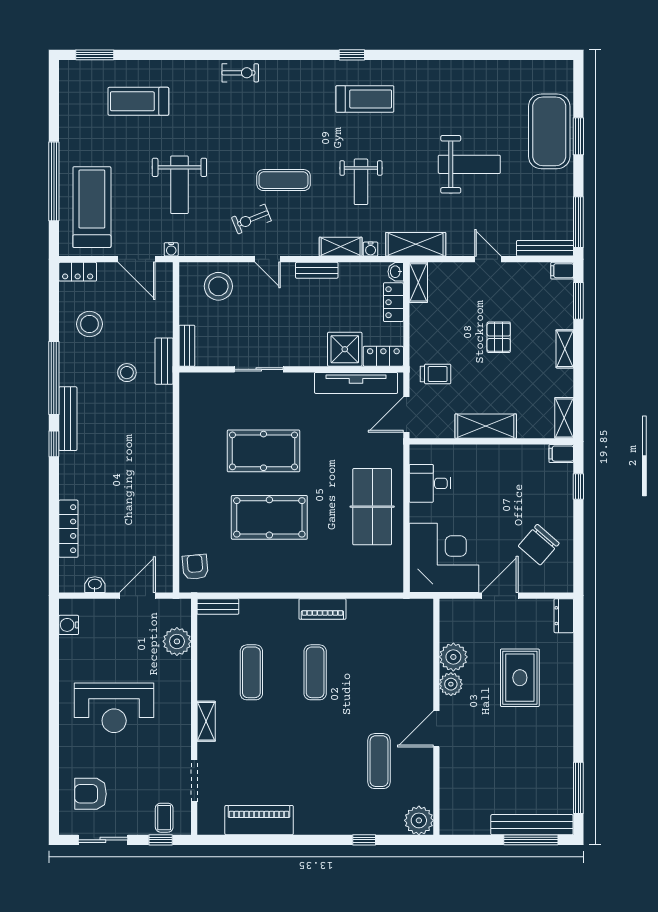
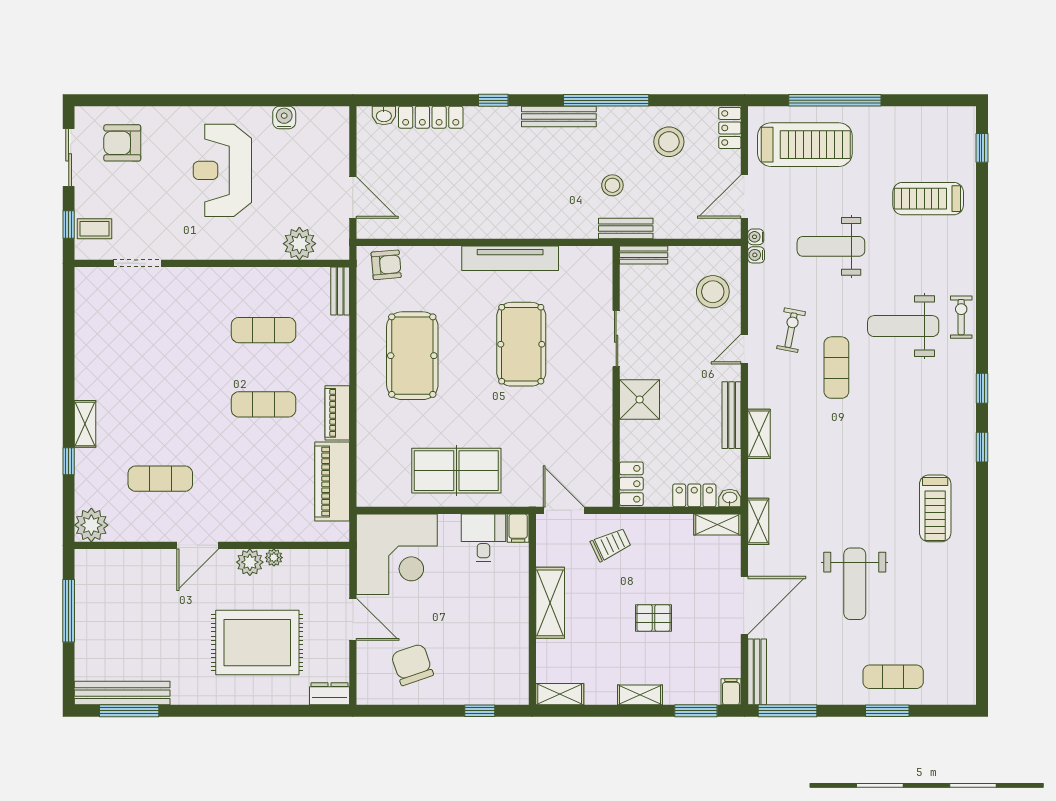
window: (95, 55) -> (982, 148), width x0.67
window: (301, 55) -> (982, 388), added
exercise bike: (240, 73) -> (961, 317), turned 180
treadmill: (365, 99) -> (935, 508), moved
treadmill: (138, 101) -> (928, 199), turned -90
exercise mat: (549, 131) -> (893, 677), width x0.50, depth x0.69
weight bench: (361, 182) -> (903, 326), moved, width x1.36, depth x1.33
exercise bike: (251, 219) -> (791, 330), turned 33
shelving: (416, 244) -> (758, 521), width x0.67, depth x0.75
water cooler: (371, 249) -> (756, 255), moved
door: (488, 259) -> (744, 605), width x1.88
bench: (317, 270) -> (731, 415), width x1.36
shower: (345, 349) -> (640, 400), moved
trolley: (436, 374) -> (611, 544), turned -115
tv unit: (356, 383) -> (510, 258), moved, turned -90
window: (54, 444) -> (493, 100), moved
filing cabinet: (561, 454) -> (518, 528), moved, turned 180
pool table: (269, 517) -> (412, 356), moved
chair: (539, 545) -> (412, 665), turned 30
washbasin: (95, 585) -> (384, 115), moved, turned 90
water cooler: (69, 625) -> (284, 118), moved
plant: (453, 657) -> (274, 558), width x0.53, depth x0.53
rug: (520, 678) -> (257, 643), width x1.37, depth x1.44
shelving: (206, 721) -> (85, 424), moved, turned 90
door: (436, 729) -> (198, 545), swing flipped
armchair: (91, 794) -> (122, 143), turned -90
piano: (259, 820) -> (332, 481), moved, turned 180
bench: (532, 825) -> (122, 693), moved, turned 90
window: (531, 840) -> (69, 611), moved

